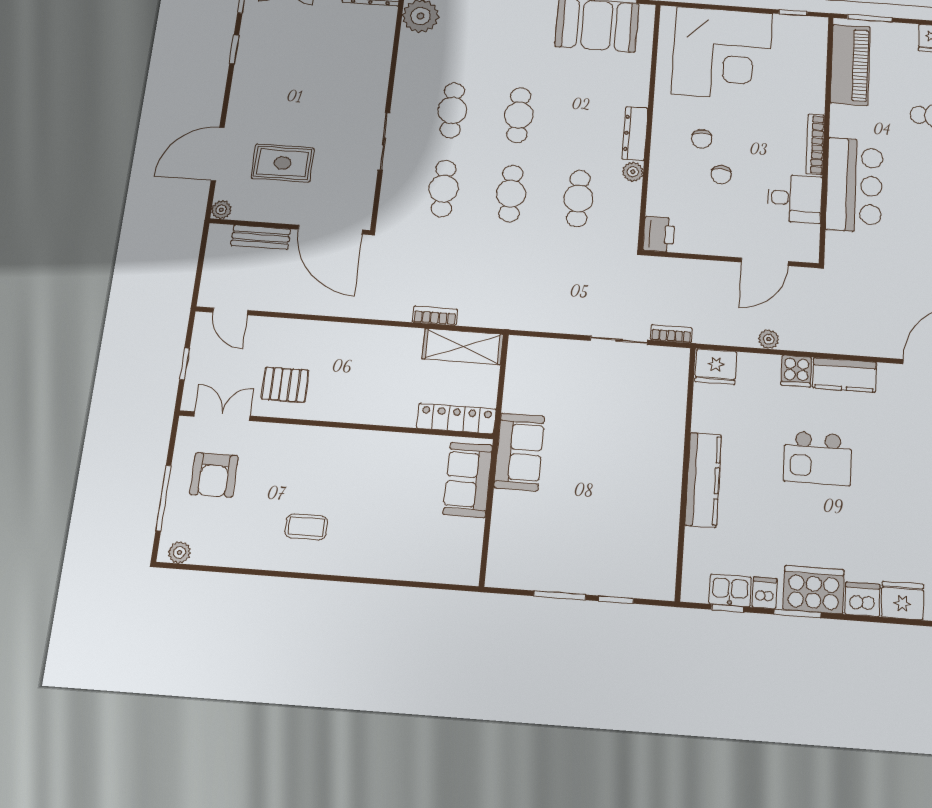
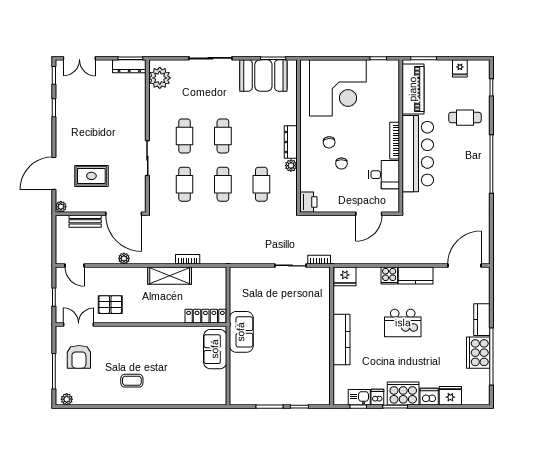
bar counter: (854, 185) -> (418, 154), width x1.36
plant: (769, 339) -> (124, 258), moved
shelving: (463, 347) -> (170, 276), moved

